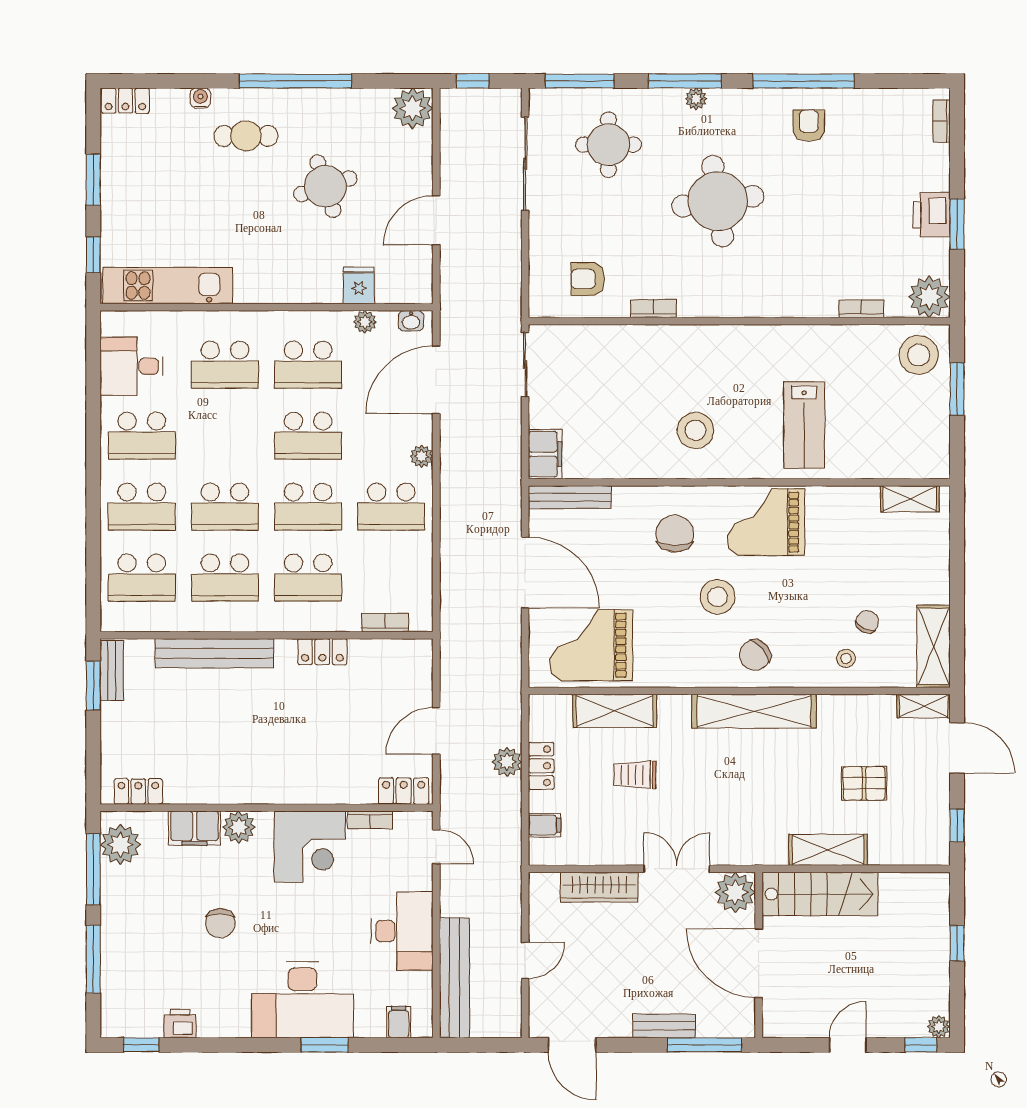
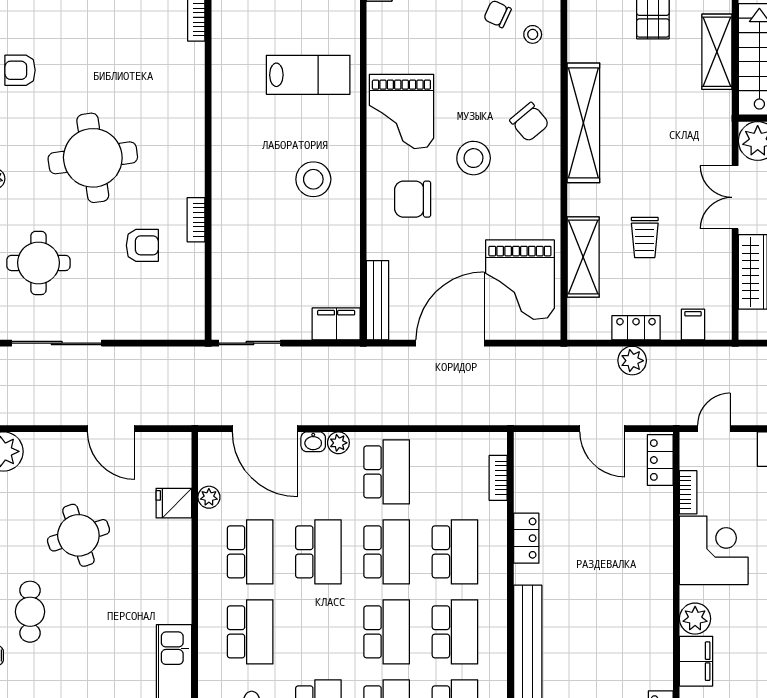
armchair: (588, 279) -> (142, 245), moved, turned -90
washbasin: (411, 321) -> (313, 442), moved, turned 90

